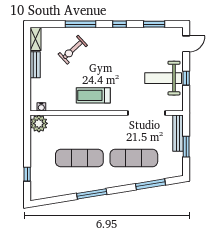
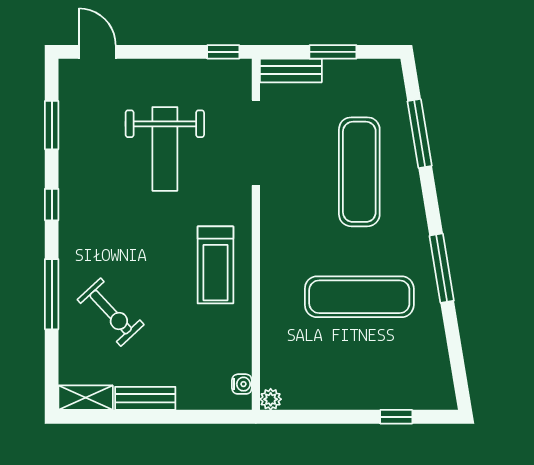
weight bench: (163, 78) -> (165, 149), moved
window: (186, 78) -> (223, 52), moved
plant: (39, 123) -> (271, 399), width x0.53, depth x0.53
bench: (178, 133) -> (291, 70), width x0.73
exercise mat: (79, 158) -> (359, 297), turned 90

